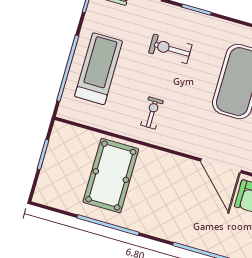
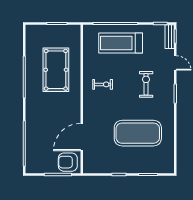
treadmill: (99, 69) -> (121, 43), turned 180
pool table: (111, 176) -> (56, 70), turned 90

